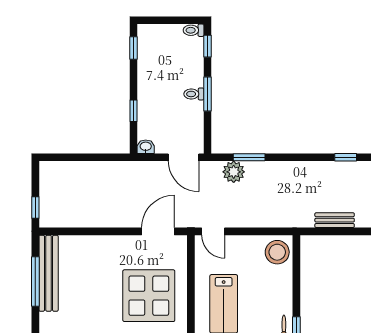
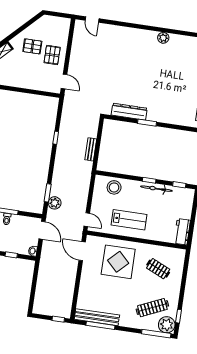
door: (184, 157) -> (42, 230), hinge flipped
door: (213, 231) -> (87, 220), hinge flipped
stool: (277, 252) -> (114, 187), moved

